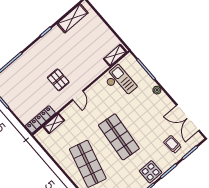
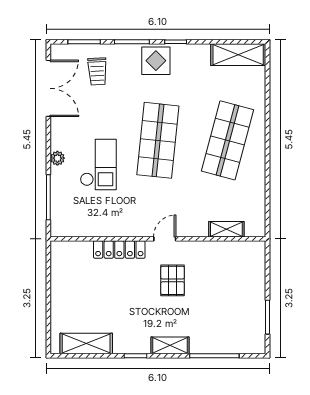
shelving: (115, 55) -> (170, 345), moved
checkout: (120, 82) -> (98, 165), moved, turned 180
locker: (40, 119) -> (119, 250), moved

